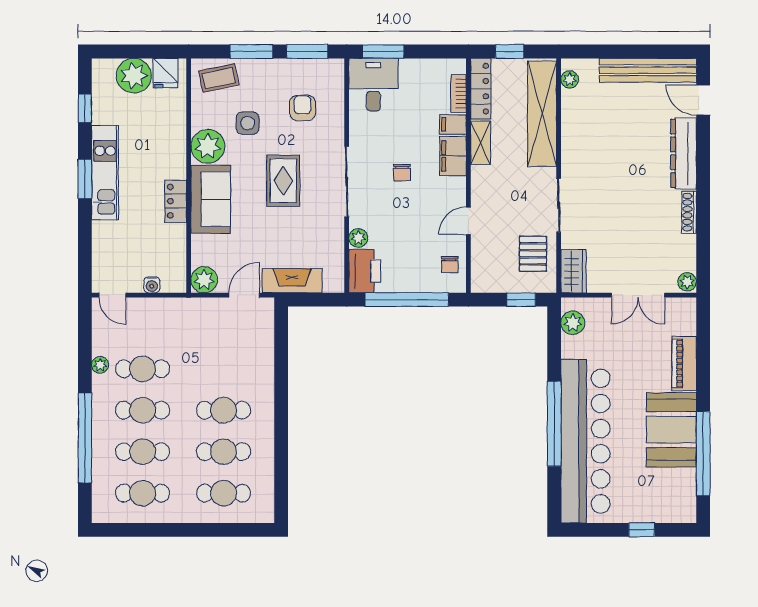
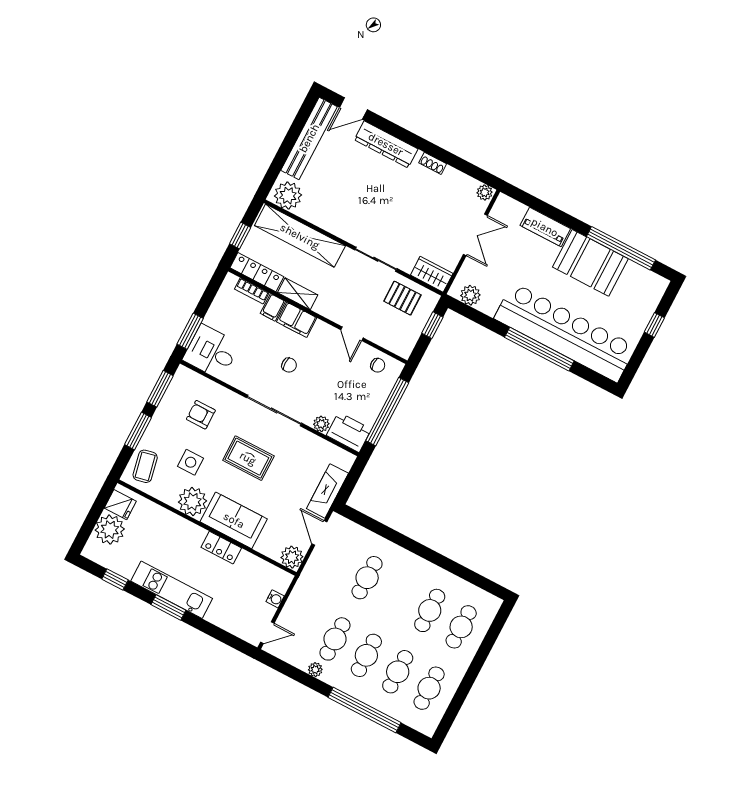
plant: (570, 79) -> (288, 196), width x1.87, depth x1.87
shoe rack: (689, 212) -> (433, 163), width x0.70
cafe table: (224, 410) -> (367, 578), moved

